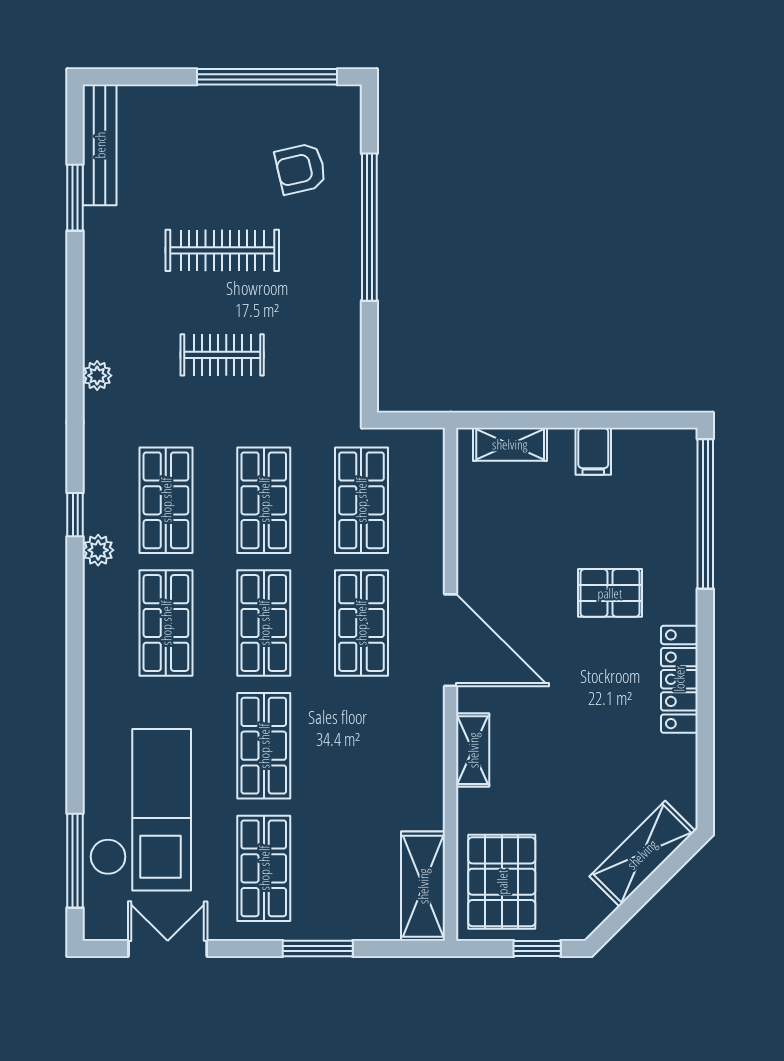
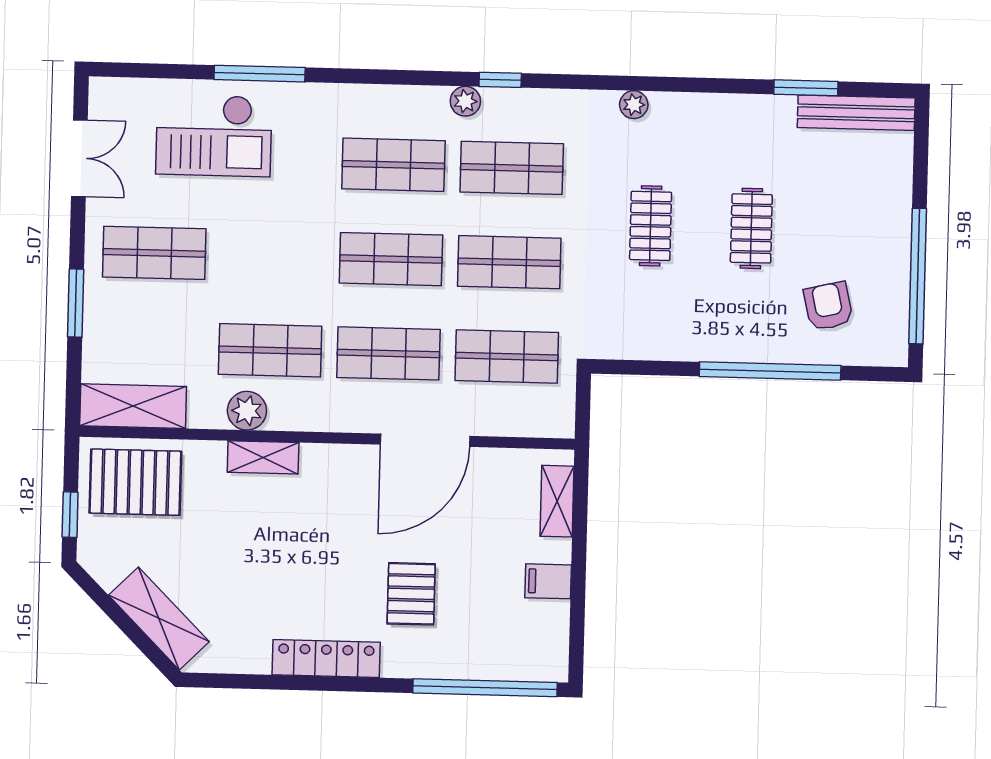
clothes rail: (222, 250) -> (751, 228), width x0.73
door: (451, 640) -> (425, 440), moved
shop shelf: (264, 746) -> (270, 350), moved
plant: (425, 768) -> (247, 411), added
checkout: (140, 810) -> (214, 135), width x0.73, depth x0.83
window: (75, 861) -> (260, 74), moved

